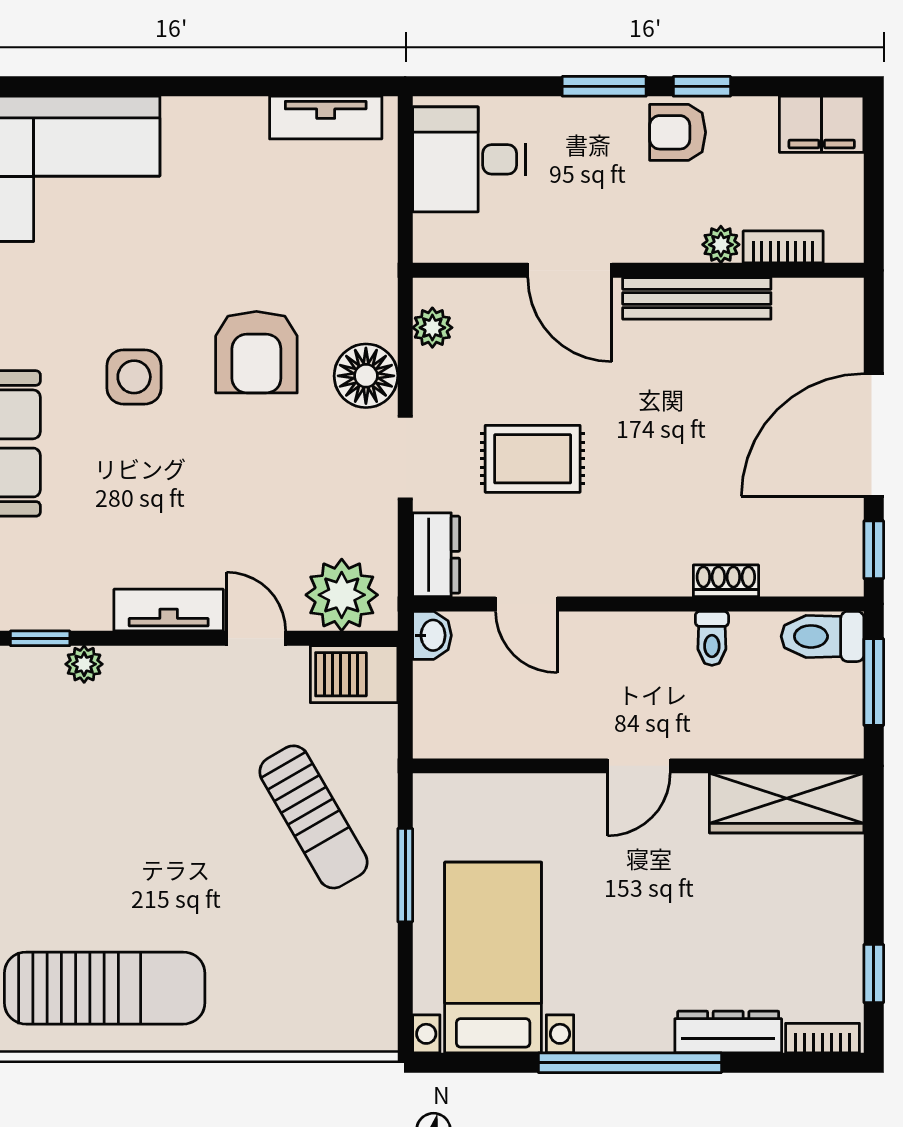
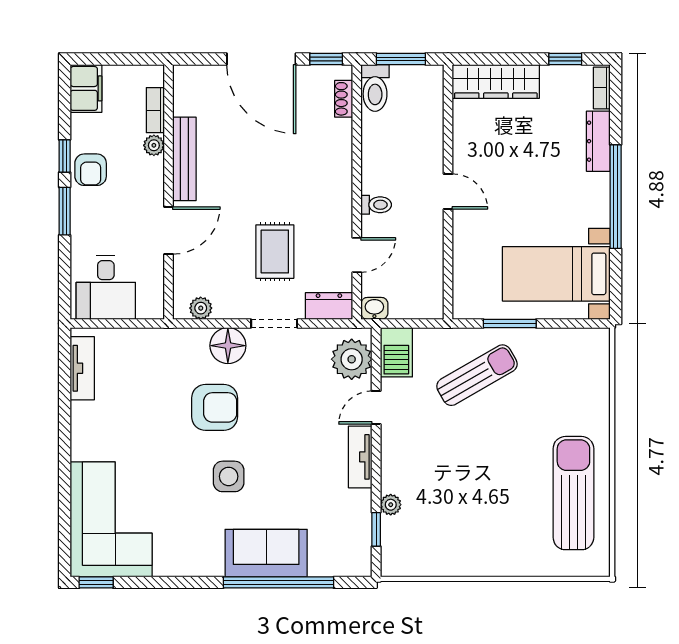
shoe rack: (726, 581) -> (344, 99), moved
toilet: (712, 638) -> (376, 205), moved
wardrobe: (787, 803) -> (496, 81), moved, turned 90

